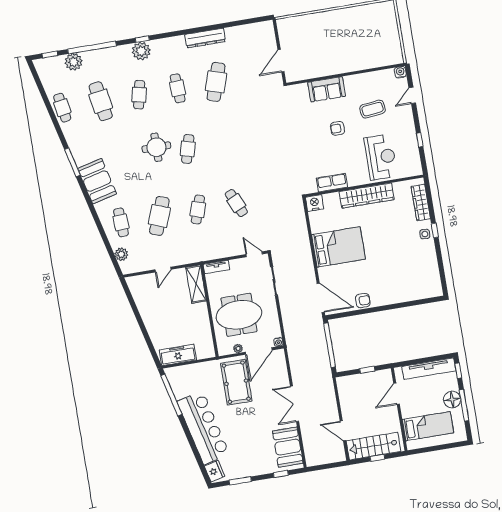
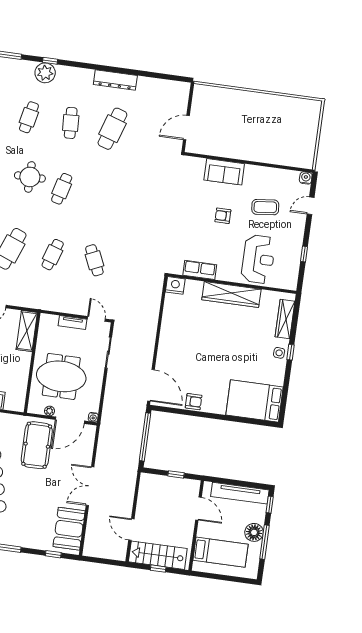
bed: (339, 247) -> (254, 401), moved, turned 180
tv unit: (216, 267) -> (73, 322), moved
door: (397, 394) -> (198, 509), swing flipped

